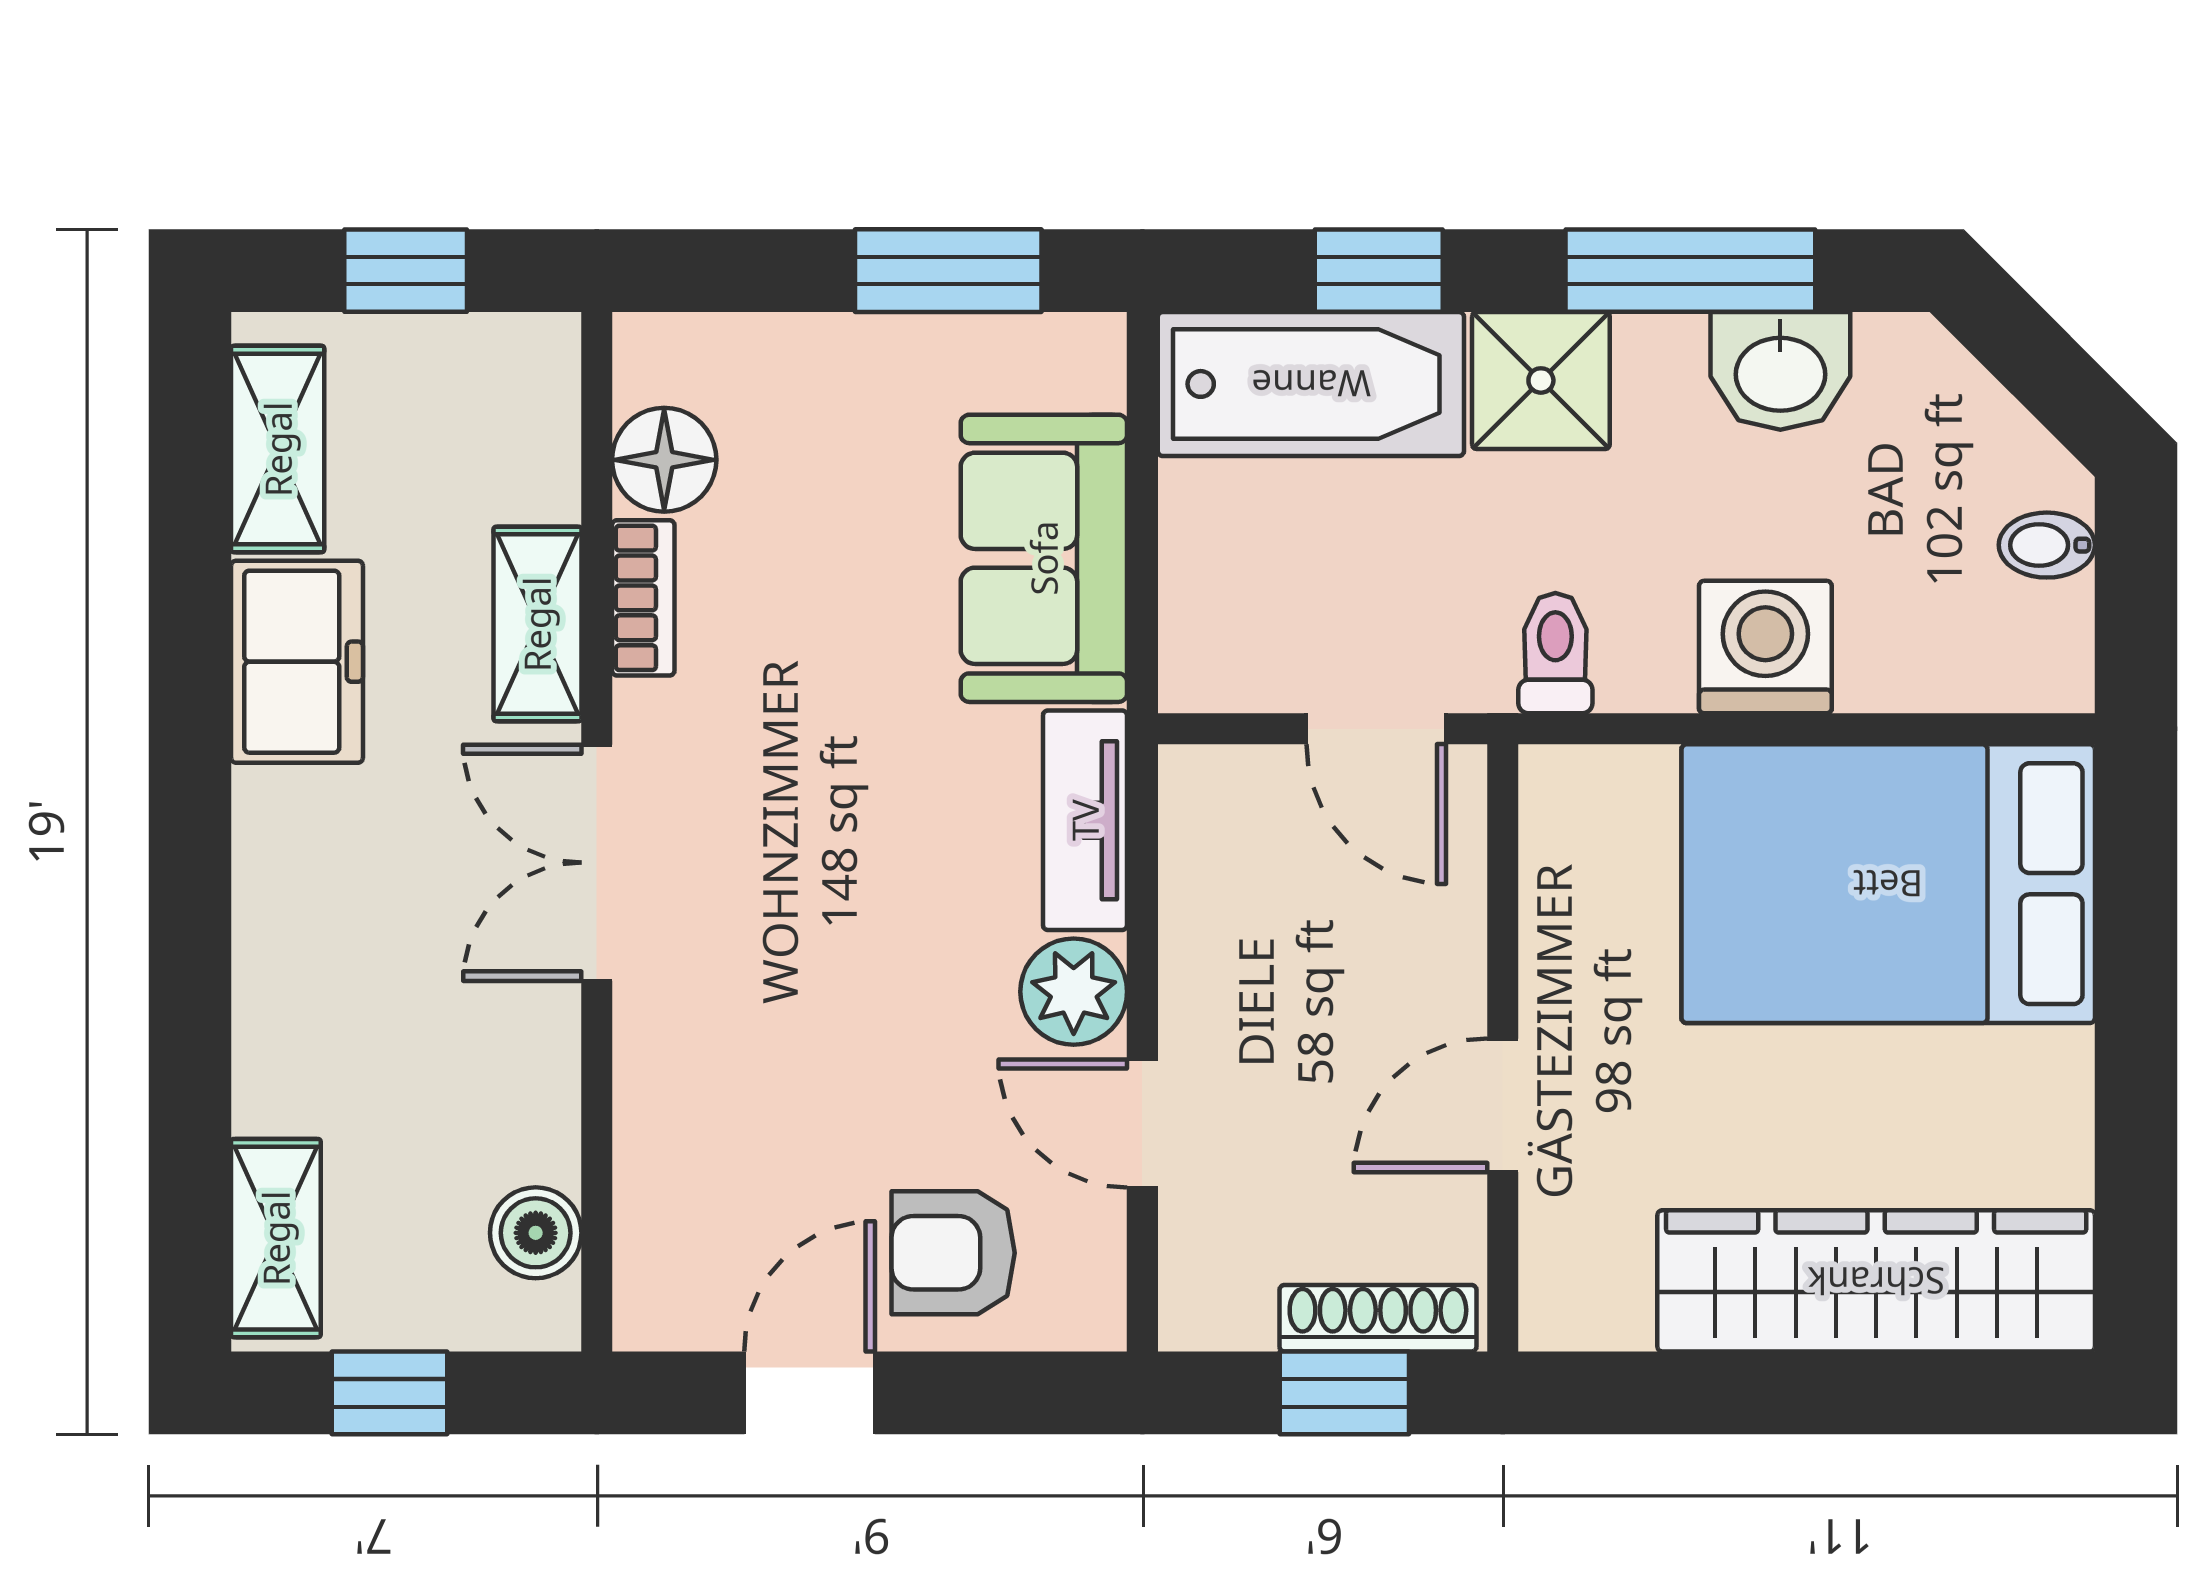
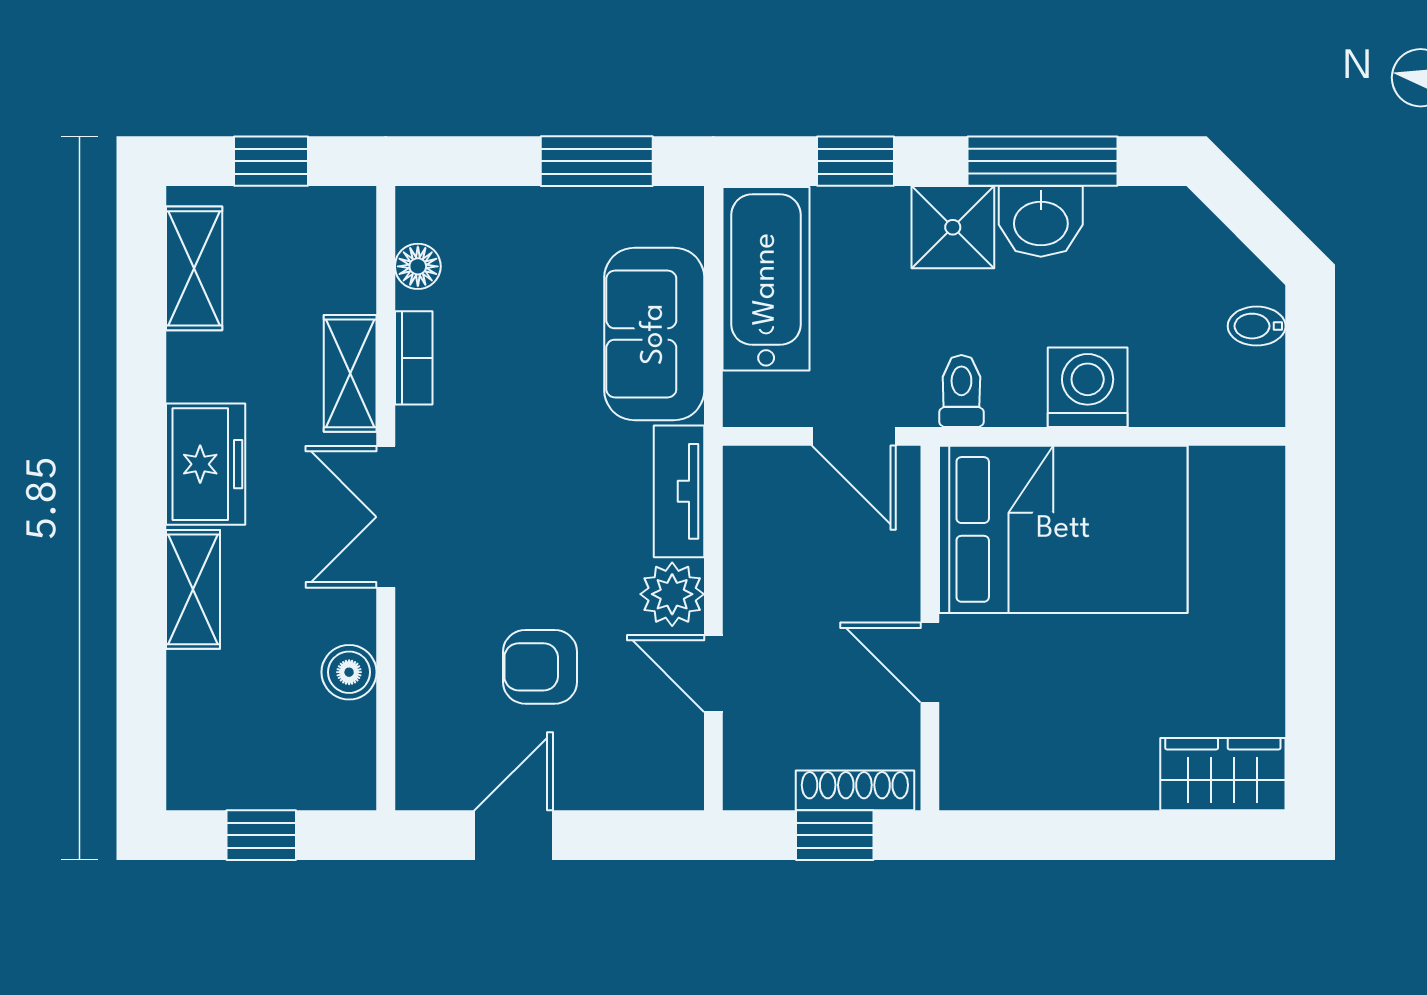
washbasin: (1780, 371) -> (1041, 221), moved
bathtub: (1311, 384) -> (766, 279), moved, turned -90
floor lamp: (664, 460) -> (418, 266), width x0.73, depth x0.73
freezer: (297, 662) -> (206, 464), moved
bed: (1888, 884) -> (1063, 529), moved, turned 180
door: (1503, 1105) -> (930, 663), hinge flipped
boiler: (536, 1233) -> (349, 672), moved
shelving: (276, 1238) -> (193, 589), moved
armchair: (953, 1253) -> (540, 667), moved
wardrobe: (1876, 1281) -> (1223, 774), width x0.48, depth x0.85

